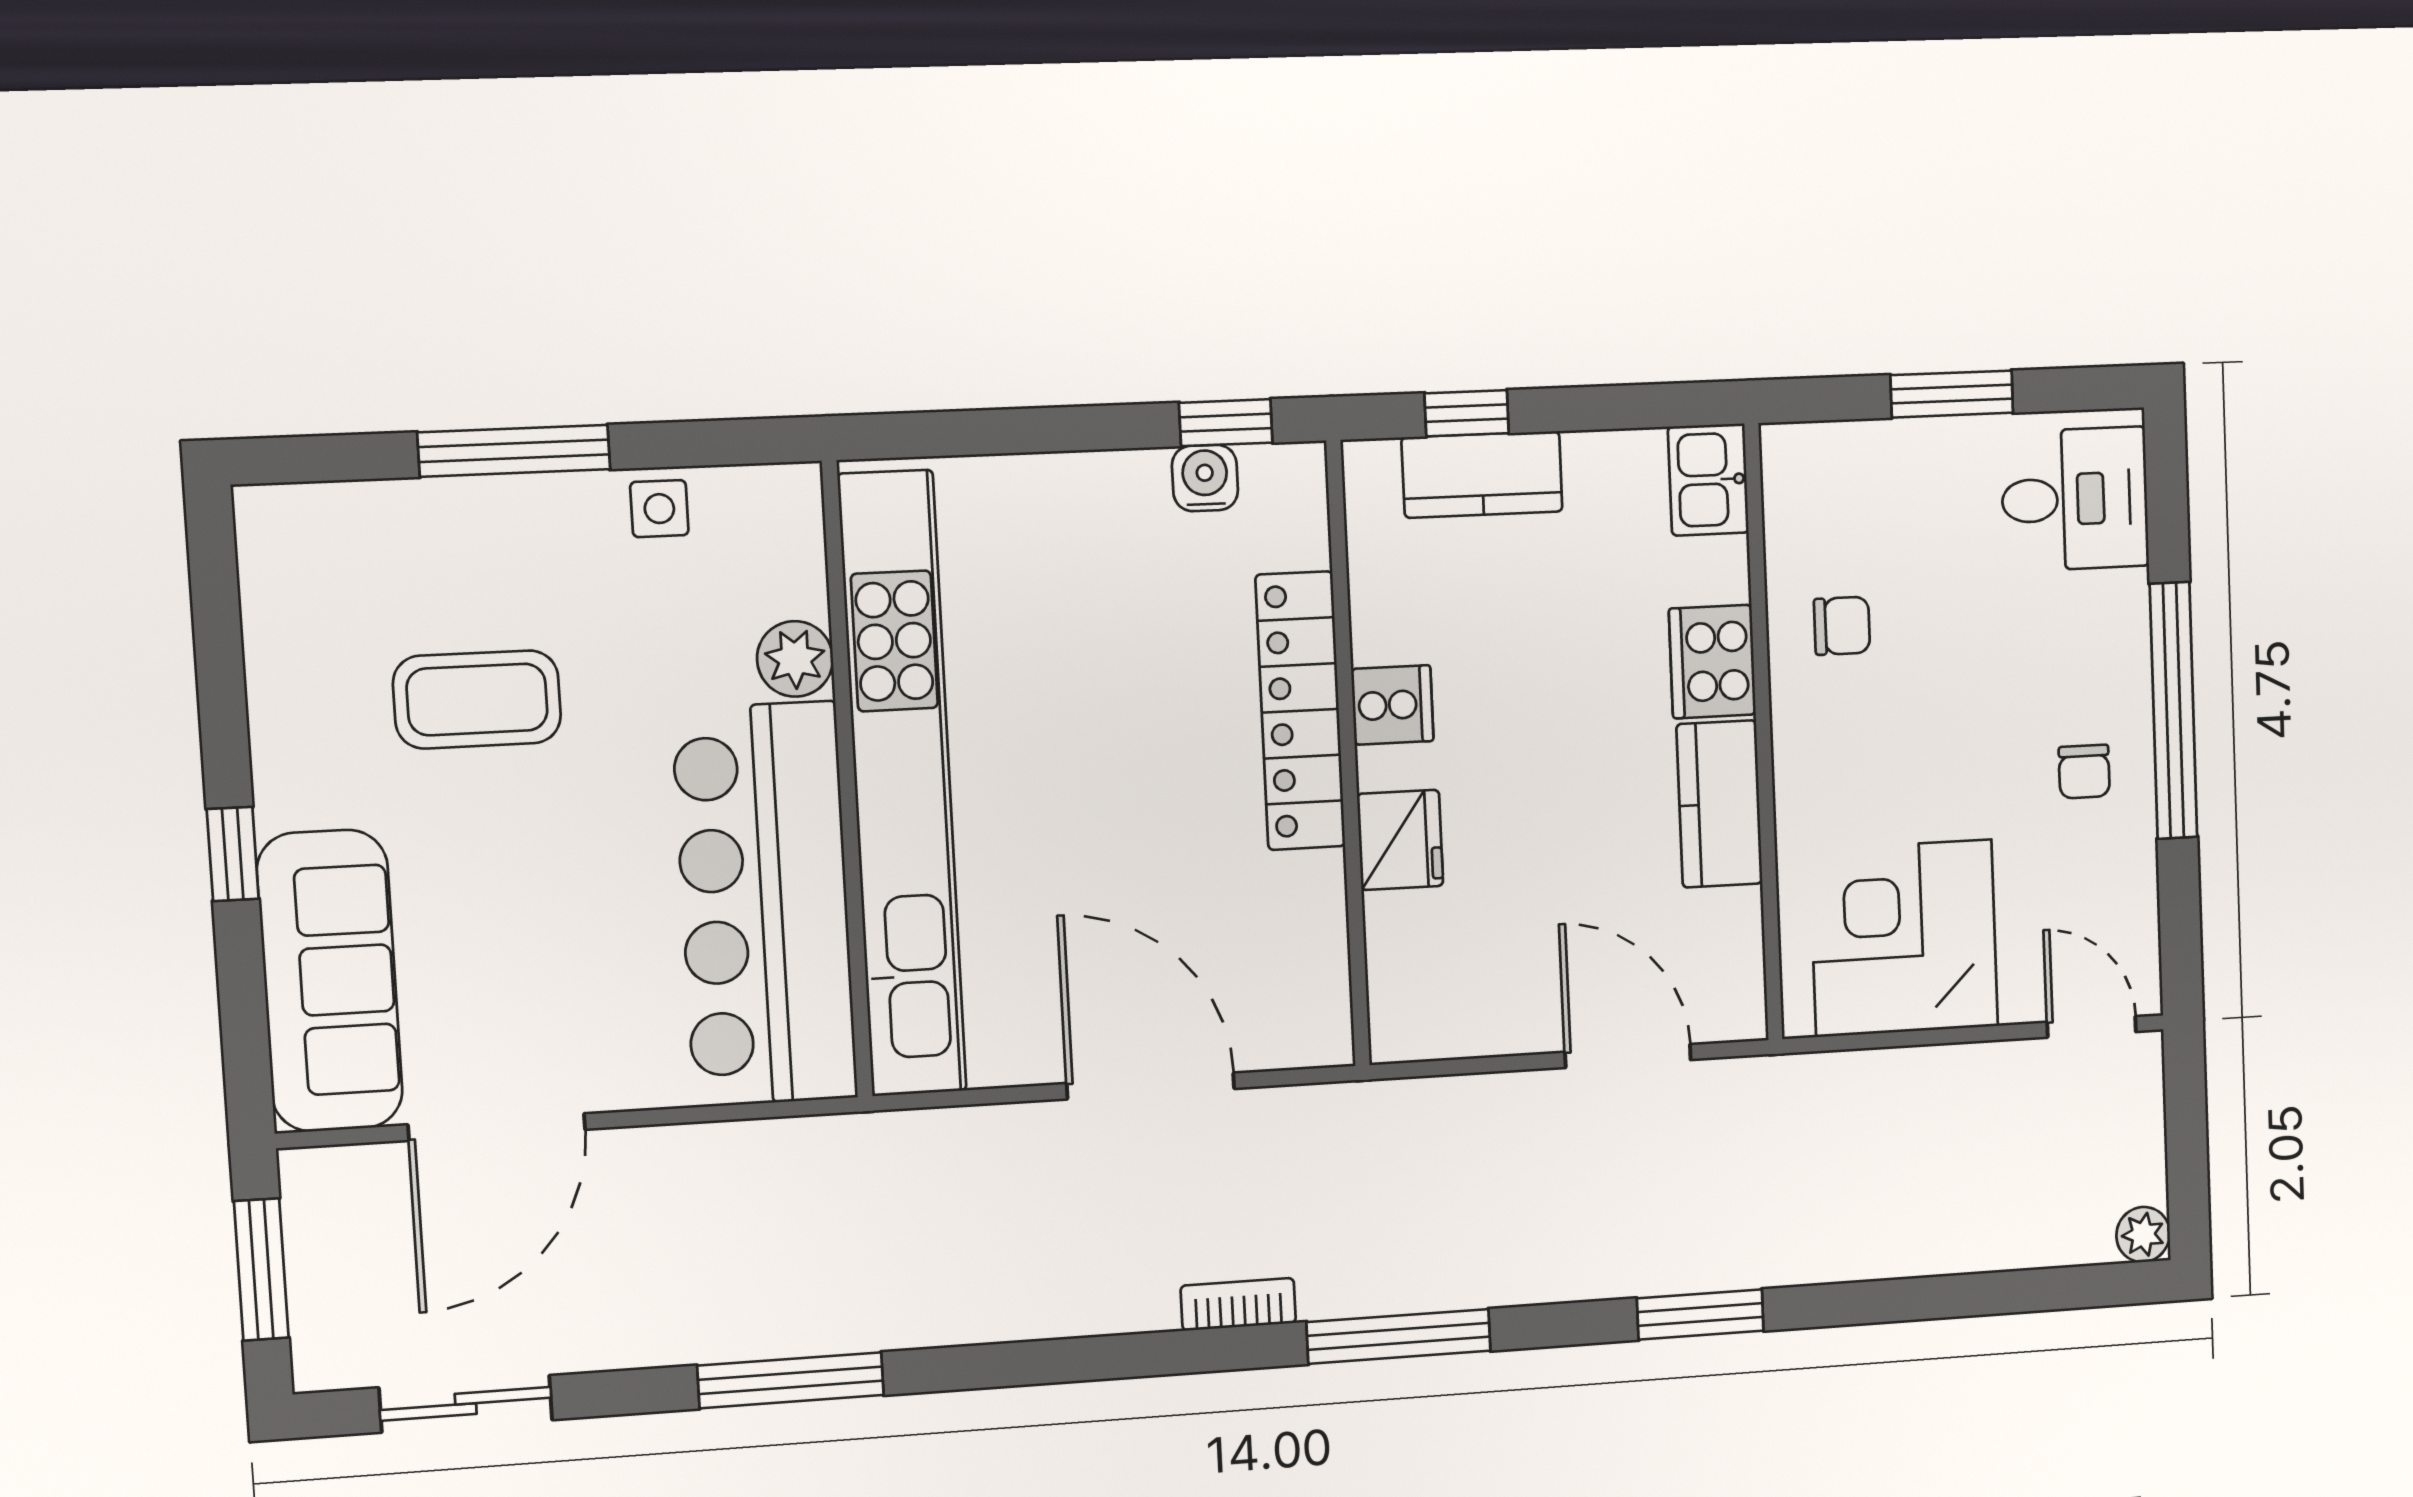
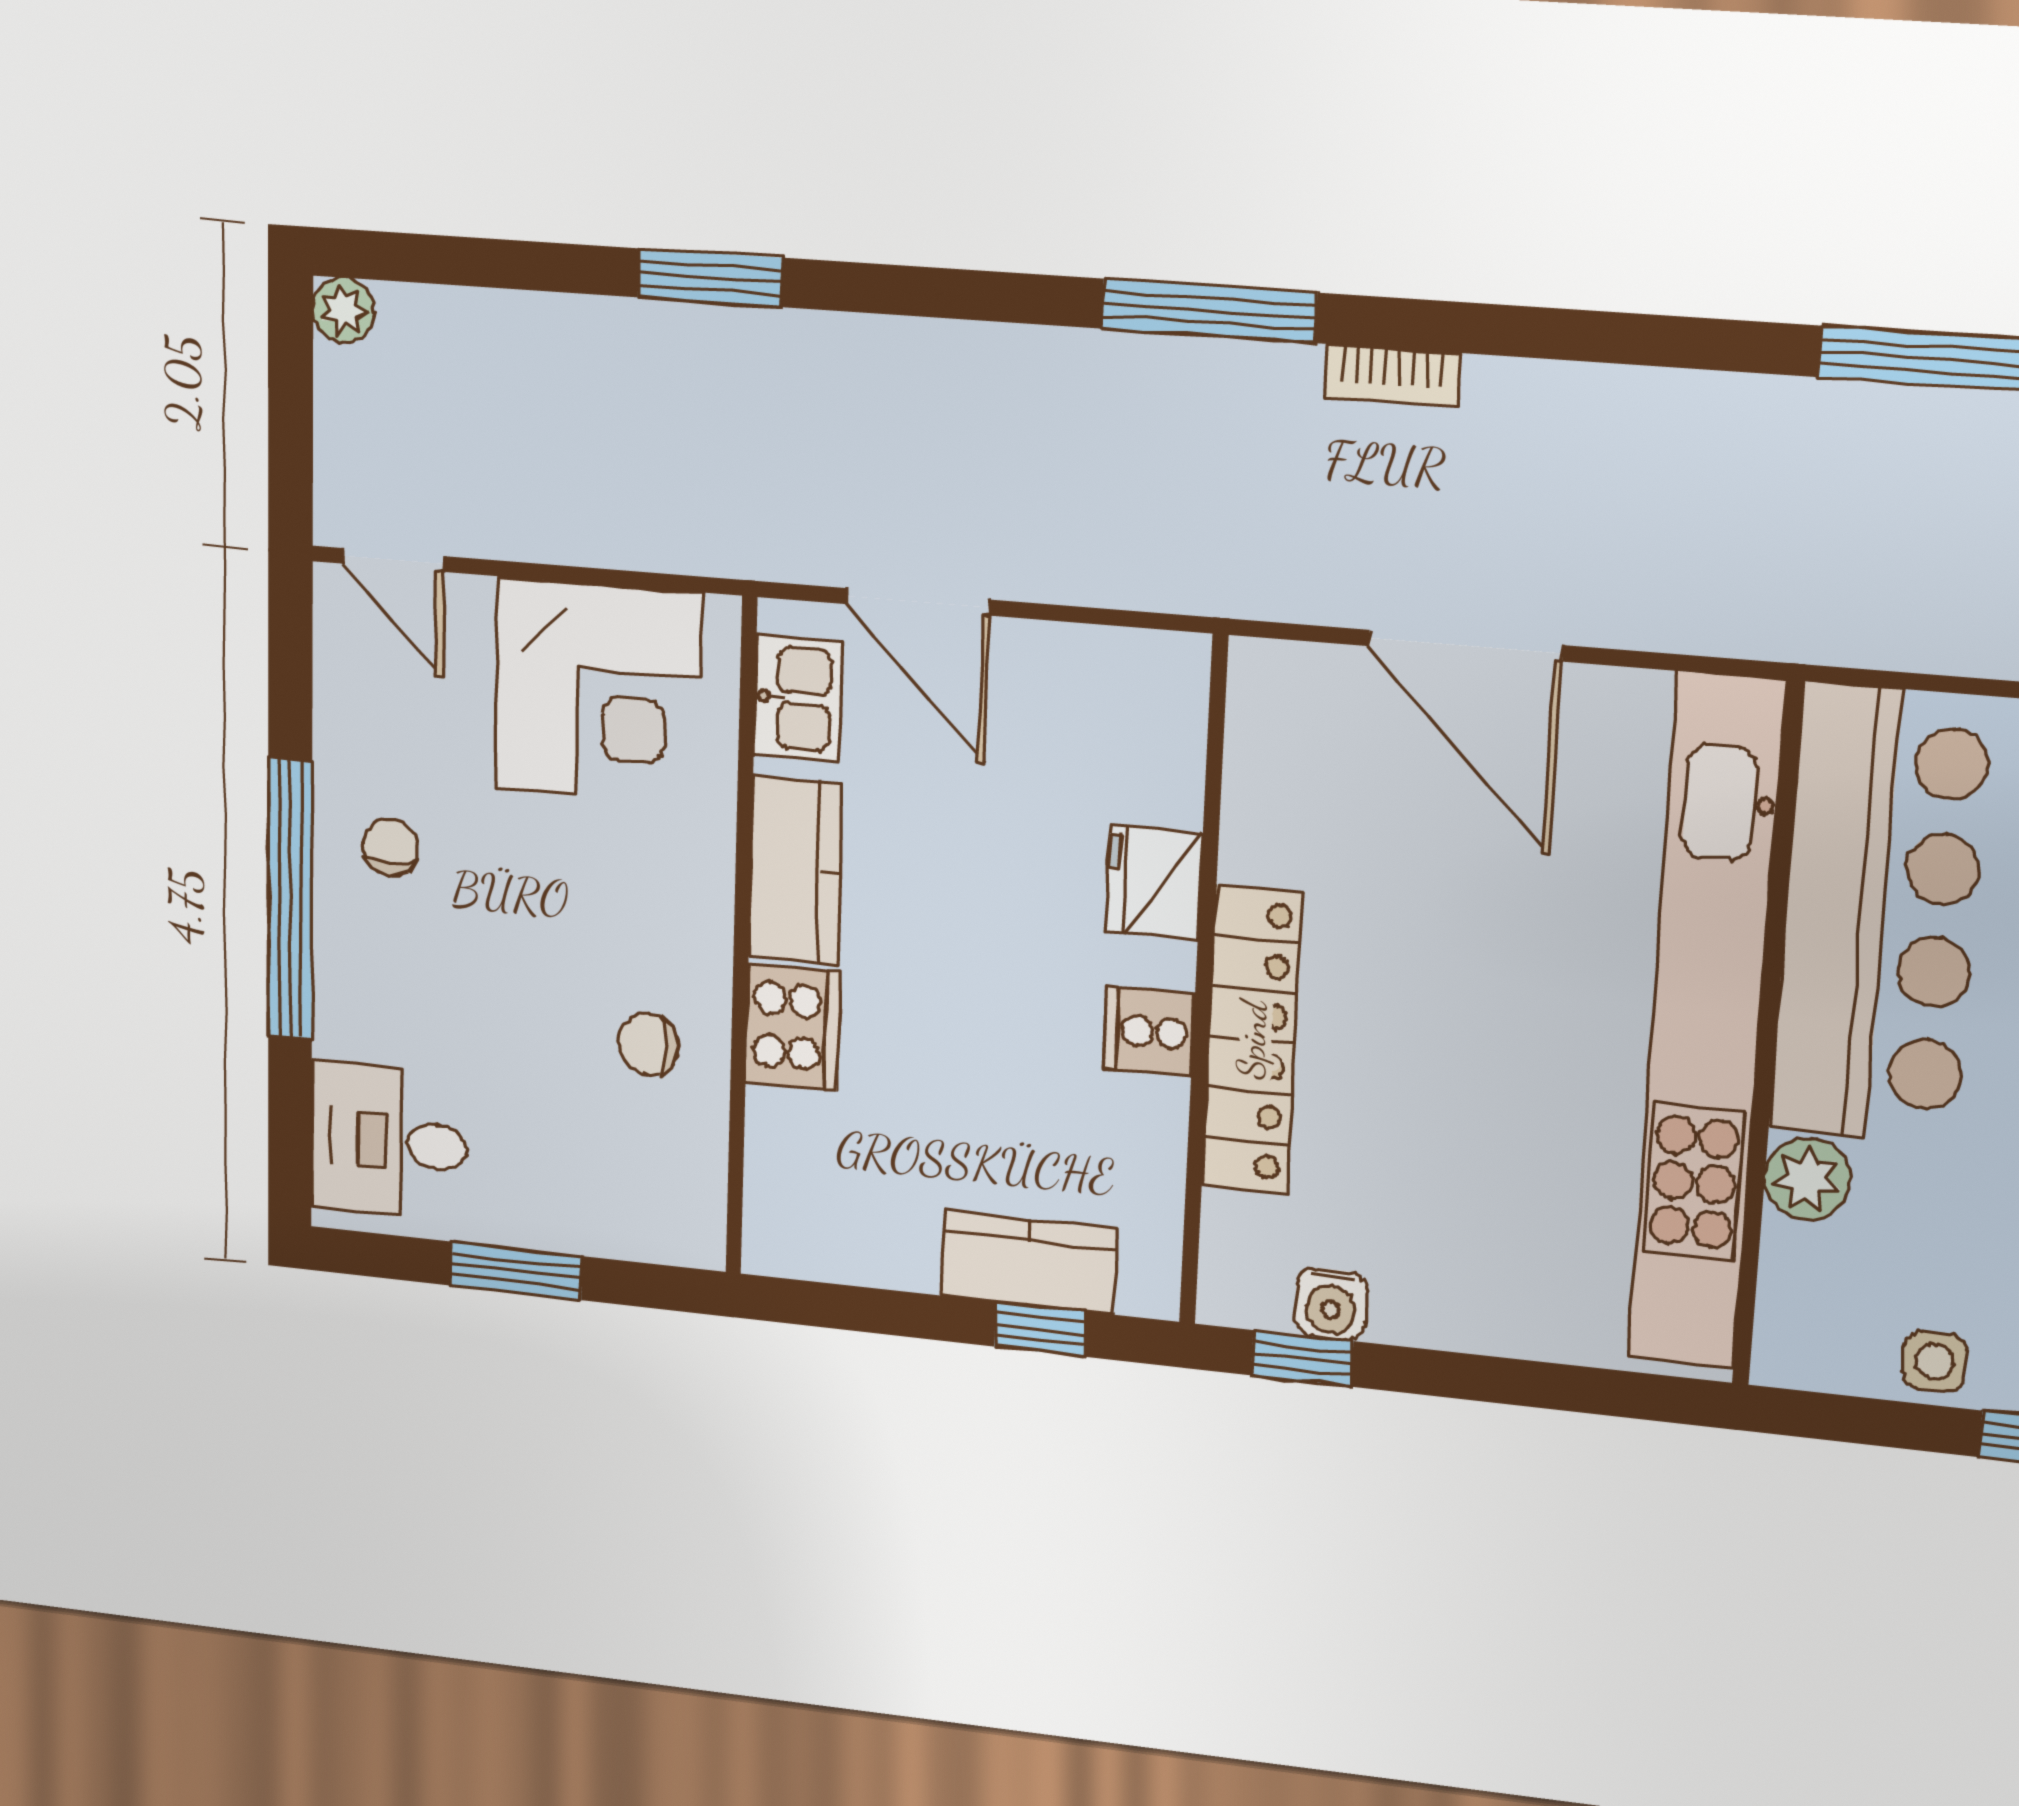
kitchen sink: (1708, 480) -> (798, 698), moved
window: (1700, 1315) -> (710, 278), moved

